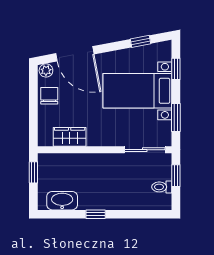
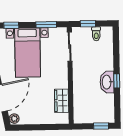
chair: (49, 96) -> (32, 116), removed
window: (33, 172) -> (101, 126), moved
washbasin: (62, 201) -> (107, 82), moved

